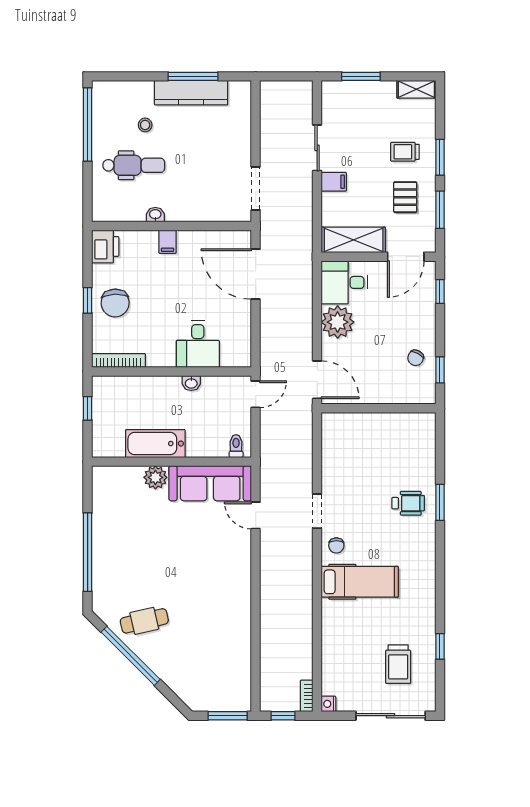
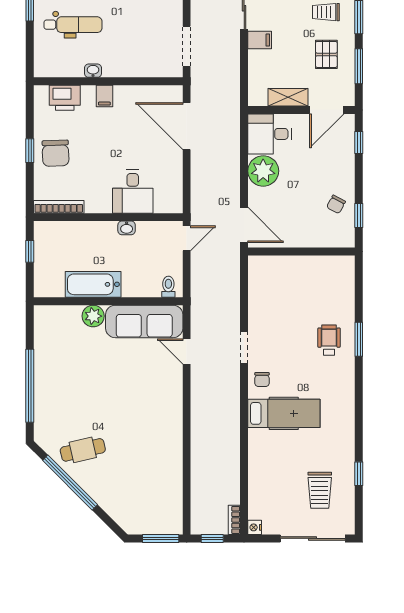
shelving: (354, 240) -> (288, 97), width x0.67, depth x0.75
printer: (105, 246) -> (65, 98), moved, turned 90
wheelchair: (408, 503) -> (329, 340), turned -90

